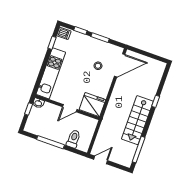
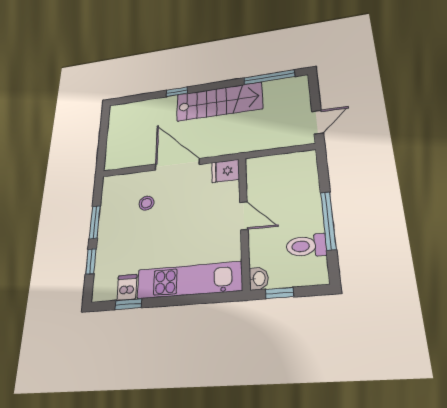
dishwasher: (64, 33) -> (127, 287), moved
door: (120, 65) -> (177, 164), moved
fridge: (92, 105) -> (225, 171), width x0.53, depth x0.75
toilet: (73, 139) -> (306, 246), moved
door: (101, 160) -> (318, 122), swing flipped

